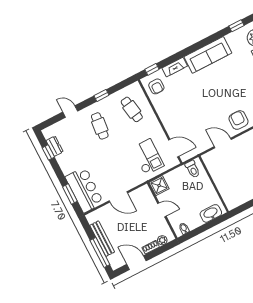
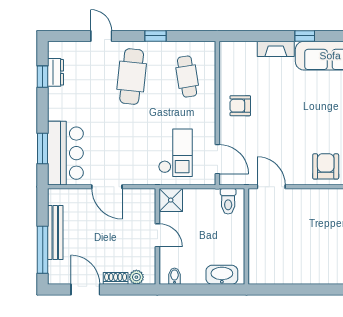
window: (152, 69) -> (305, 36), moved
armchair: (156, 86) -> (240, 106), moved, turned 90
cafe table: (100, 126) -> (132, 77), width x1.37, depth x1.35
door: (223, 143) -> (271, 187), moved

